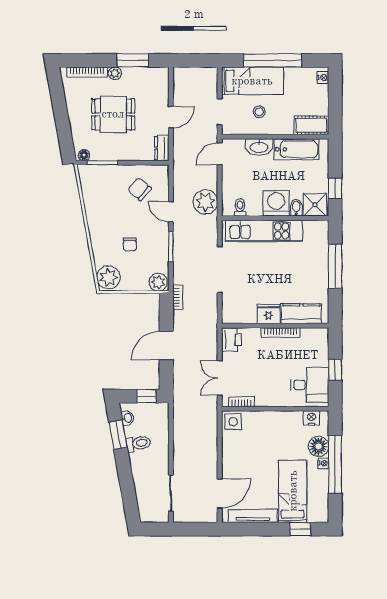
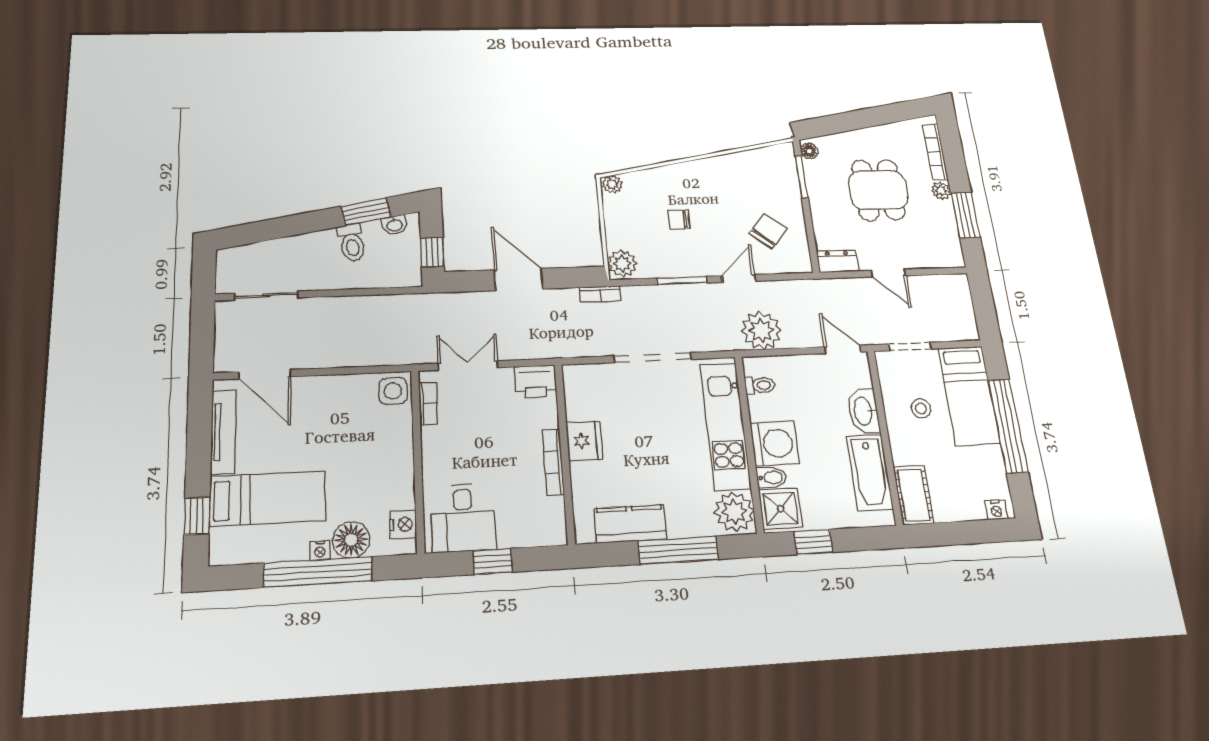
plant: (315, 232) -> (734, 512), added
plant: (108, 277) -> (612, 184), width x0.53, depth x0.53
kitchen counter: (301, 314) -> (630, 524), moved, turned -90

